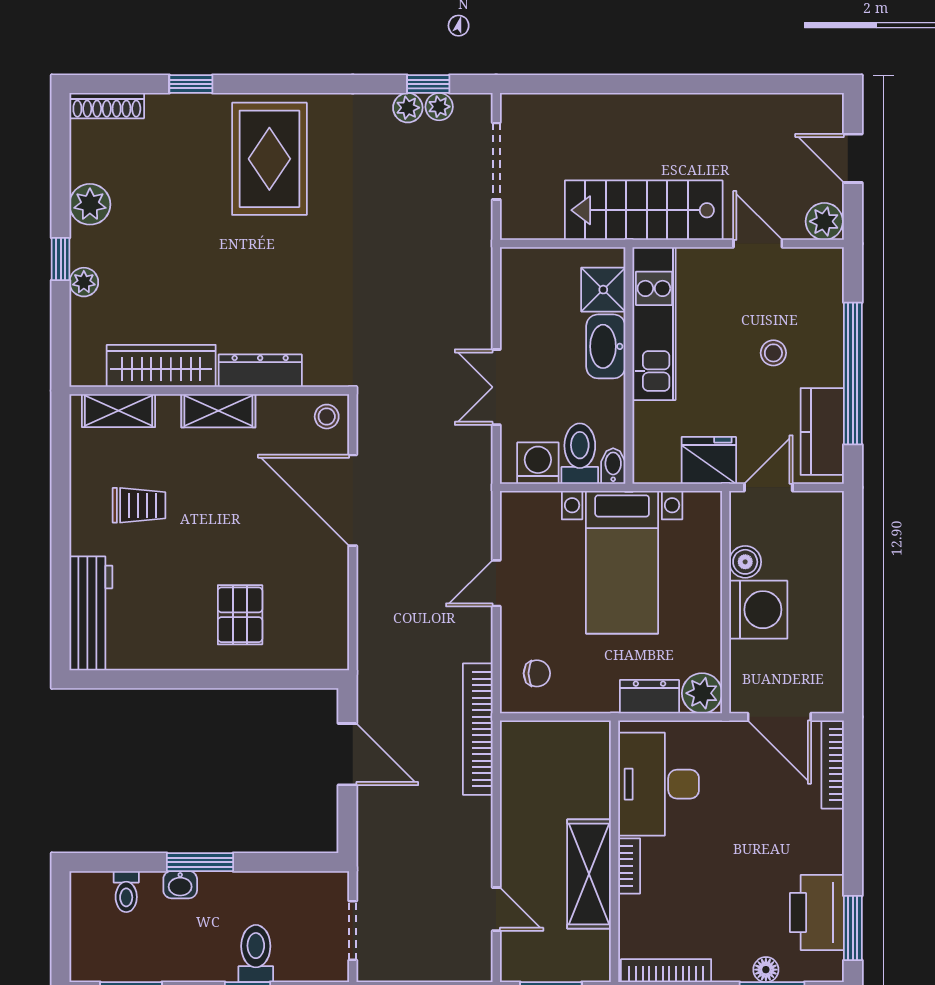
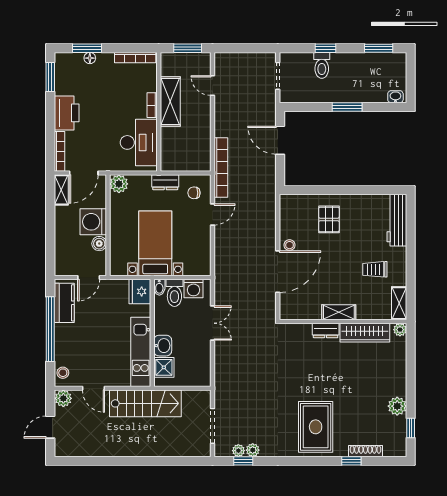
shoe rack: (107, 106) -> (365, 451), moved
door: (853, 158) -> (50, 427), swing flipped
window: (61, 259) -> (411, 428), moved
plant: (84, 282) -> (400, 330), moved
washbasin: (606, 346) -> (163, 346), width x0.72
stool: (773, 353) -> (63, 373), moved
dresser: (260, 371) -> (326, 330), width x0.70
shelving: (119, 411) -> (399, 303), moved, turned 90
stool: (327, 417) -> (290, 245), moved
fridge: (709, 460) -> (140, 291), moved, turned 90
door: (353, 500) -> (278, 272), hinge flipped
door: (496, 583) -> (212, 214), moved
shelving: (829, 680) -> (61, 190), added
dresser: (649, 697) -> (165, 182), moved
door: (779, 717) -> (84, 173), swing flipped
door: (347, 754) -> (280, 140), moved
washbasin: (180, 885) -> (395, 97), moved
toilet: (126, 892) -> (381, 94), removed
printer: (817, 912) -> (67, 113), moved

